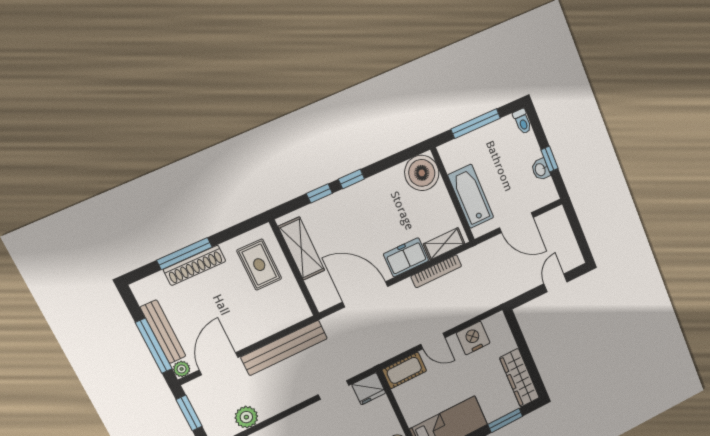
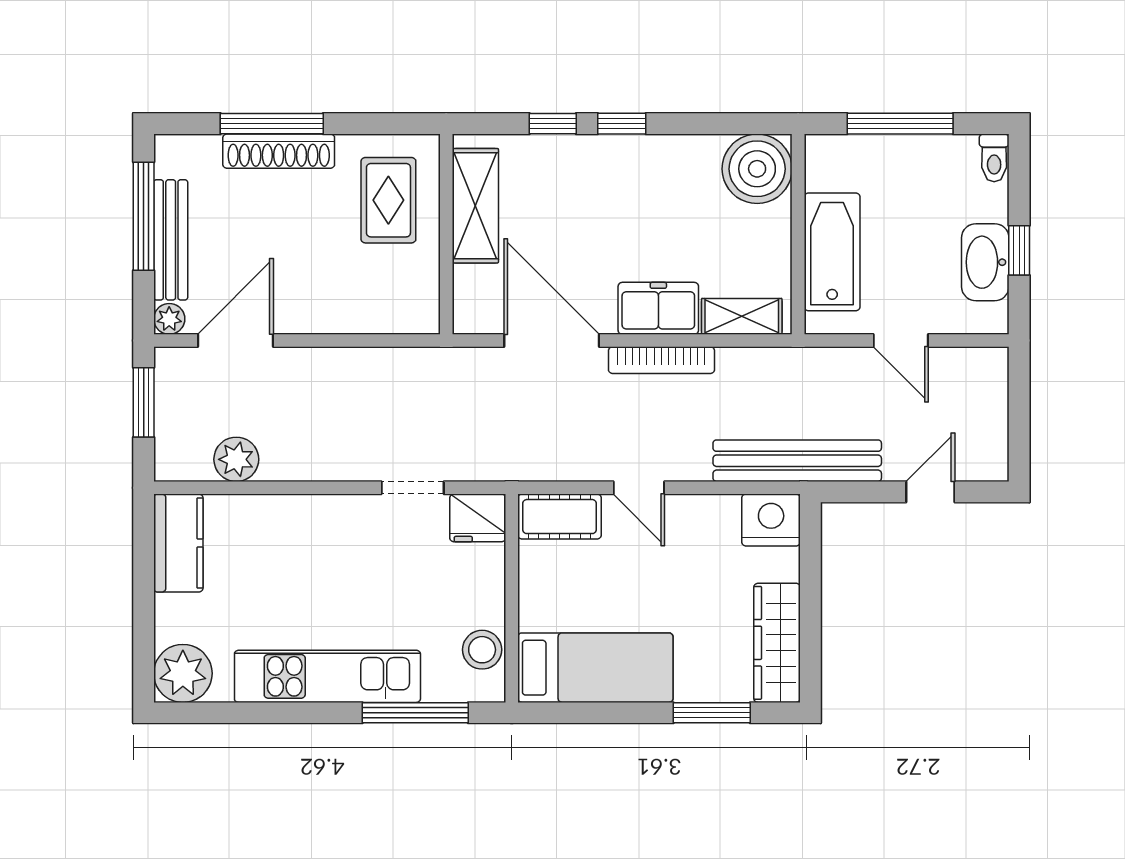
washbasin: (541, 170) -> (985, 262), width x1.91, depth x1.45
door: (516, 223) -> (901, 340), width x0.73
bookcase: (436, 271) -> (661, 360), moved
nightstand: (473, 338) -> (771, 520), moved
window: (154, 346) -> (144, 216), moved
bench: (284, 348) -> (797, 461), moved

